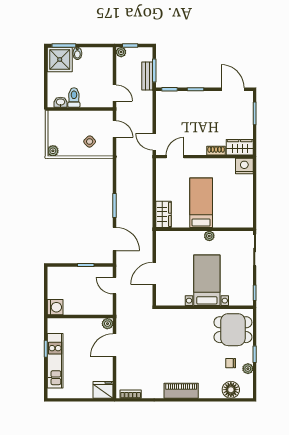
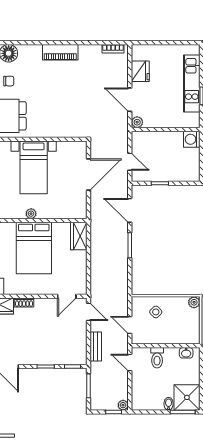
bench: (147, 76) -> (96, 347), moved
toilet: (74, 98) -> (157, 358), moved
bed: (201, 203) -> (34, 248), width x1.50
door: (154, 273) -> (88, 175), width x1.36
door: (115, 345) -> (130, 100), swing flipped
fridge: (103, 390) -> (140, 71), moved, turned -90

